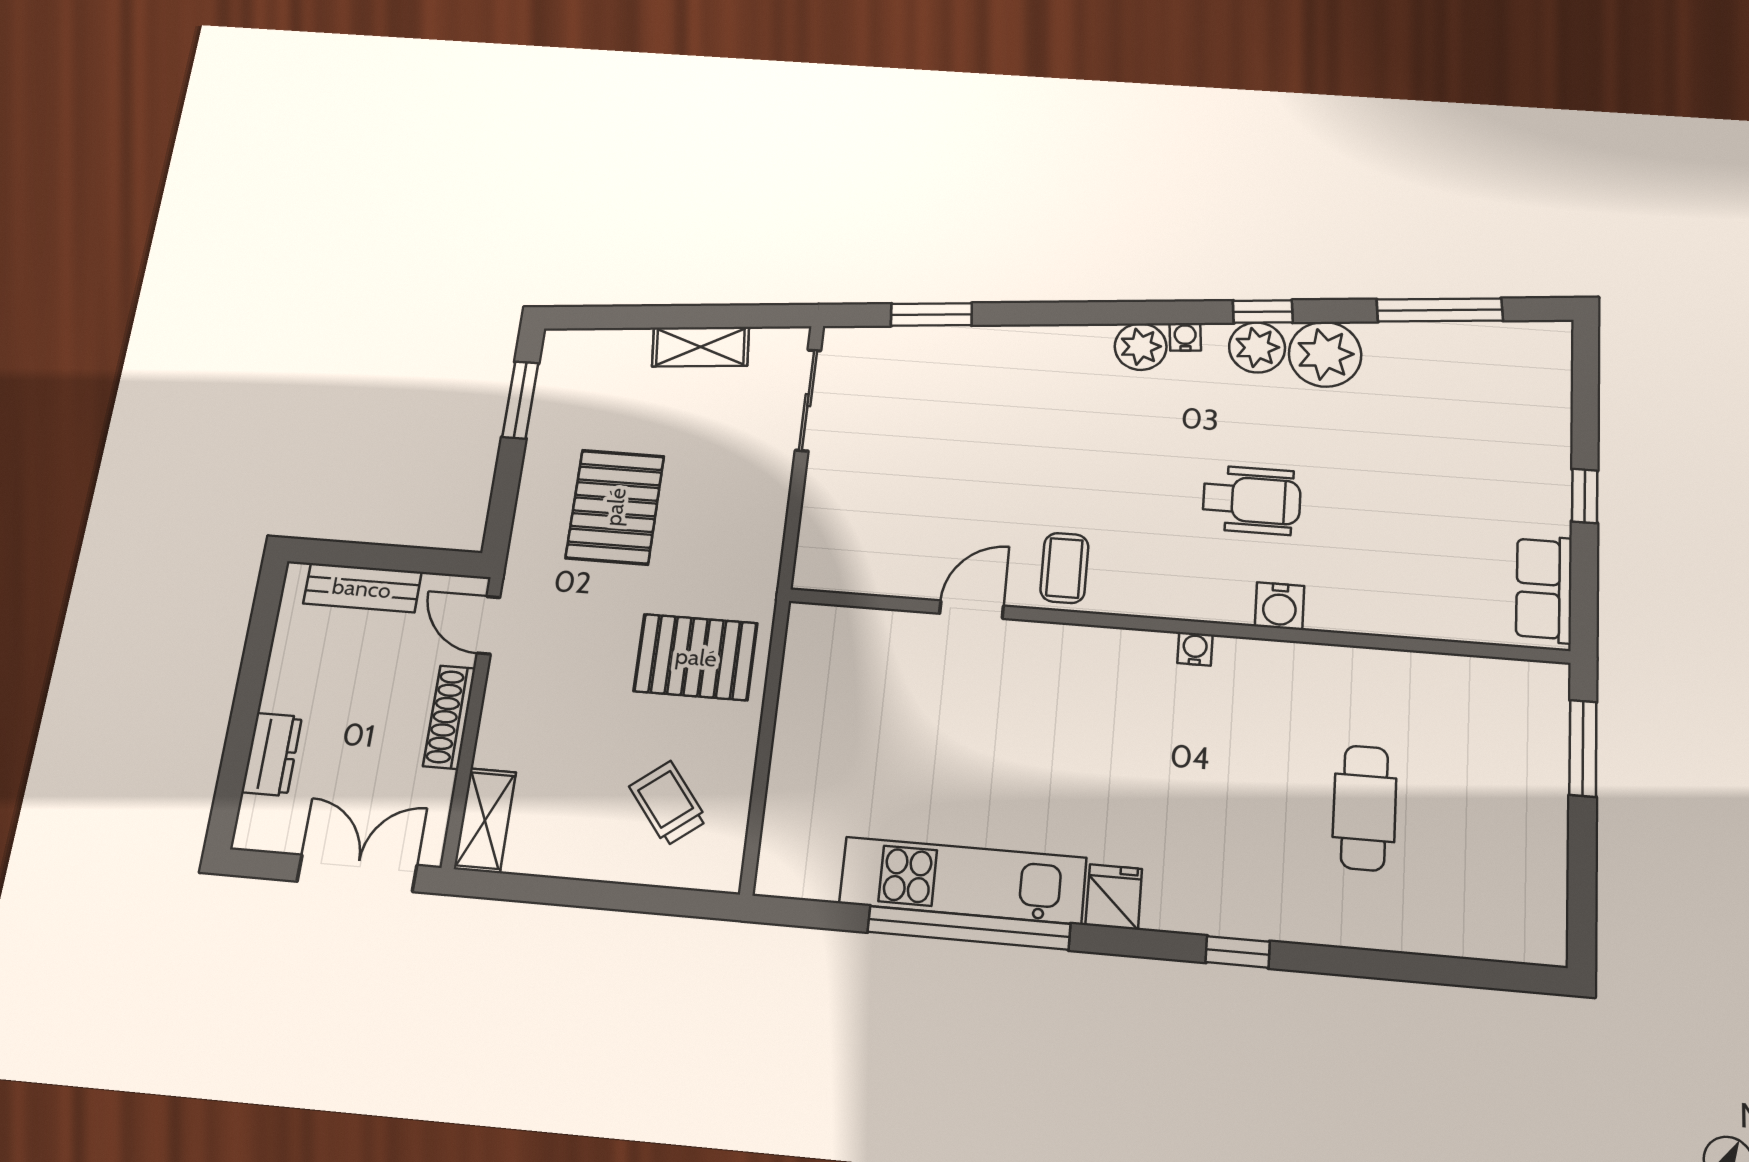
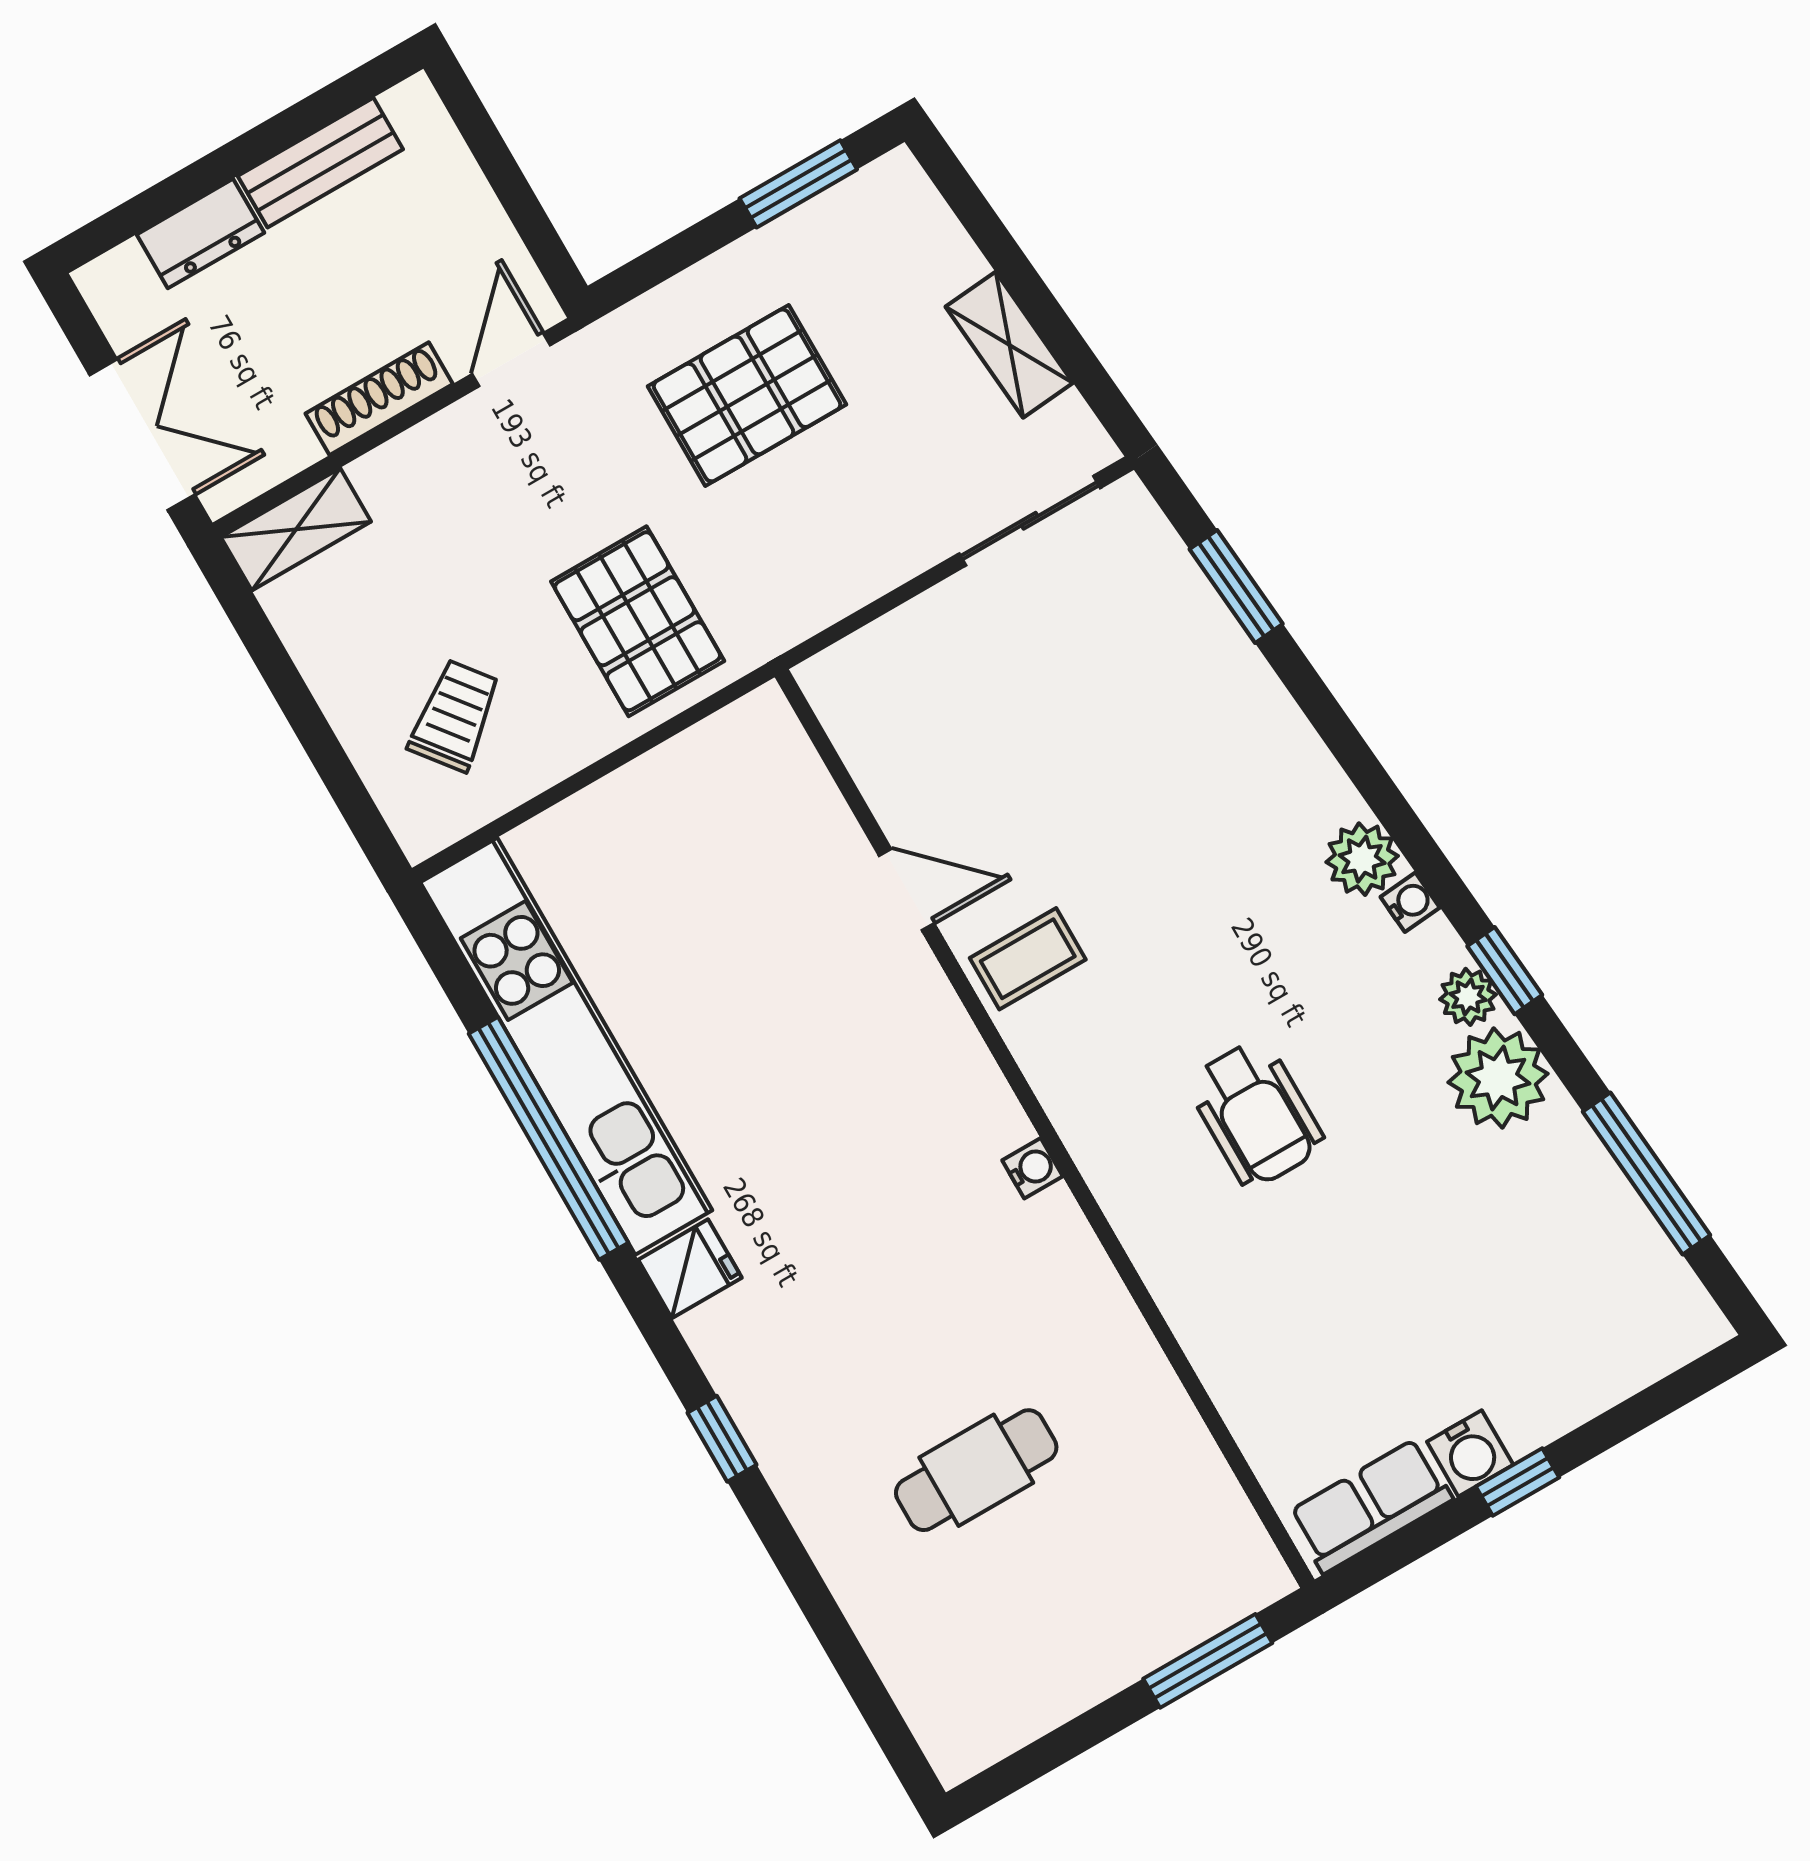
plant: (1257, 347) -> (1468, 997), width x0.73, depth x0.73
bench: (362, 588) -> (320, 163), moved, turned 90
water cooler: (1280, 606) -> (1470, 1453), moved, turned -90
kitchen unit: (963, 881) -> (566, 1046), width x1.36

